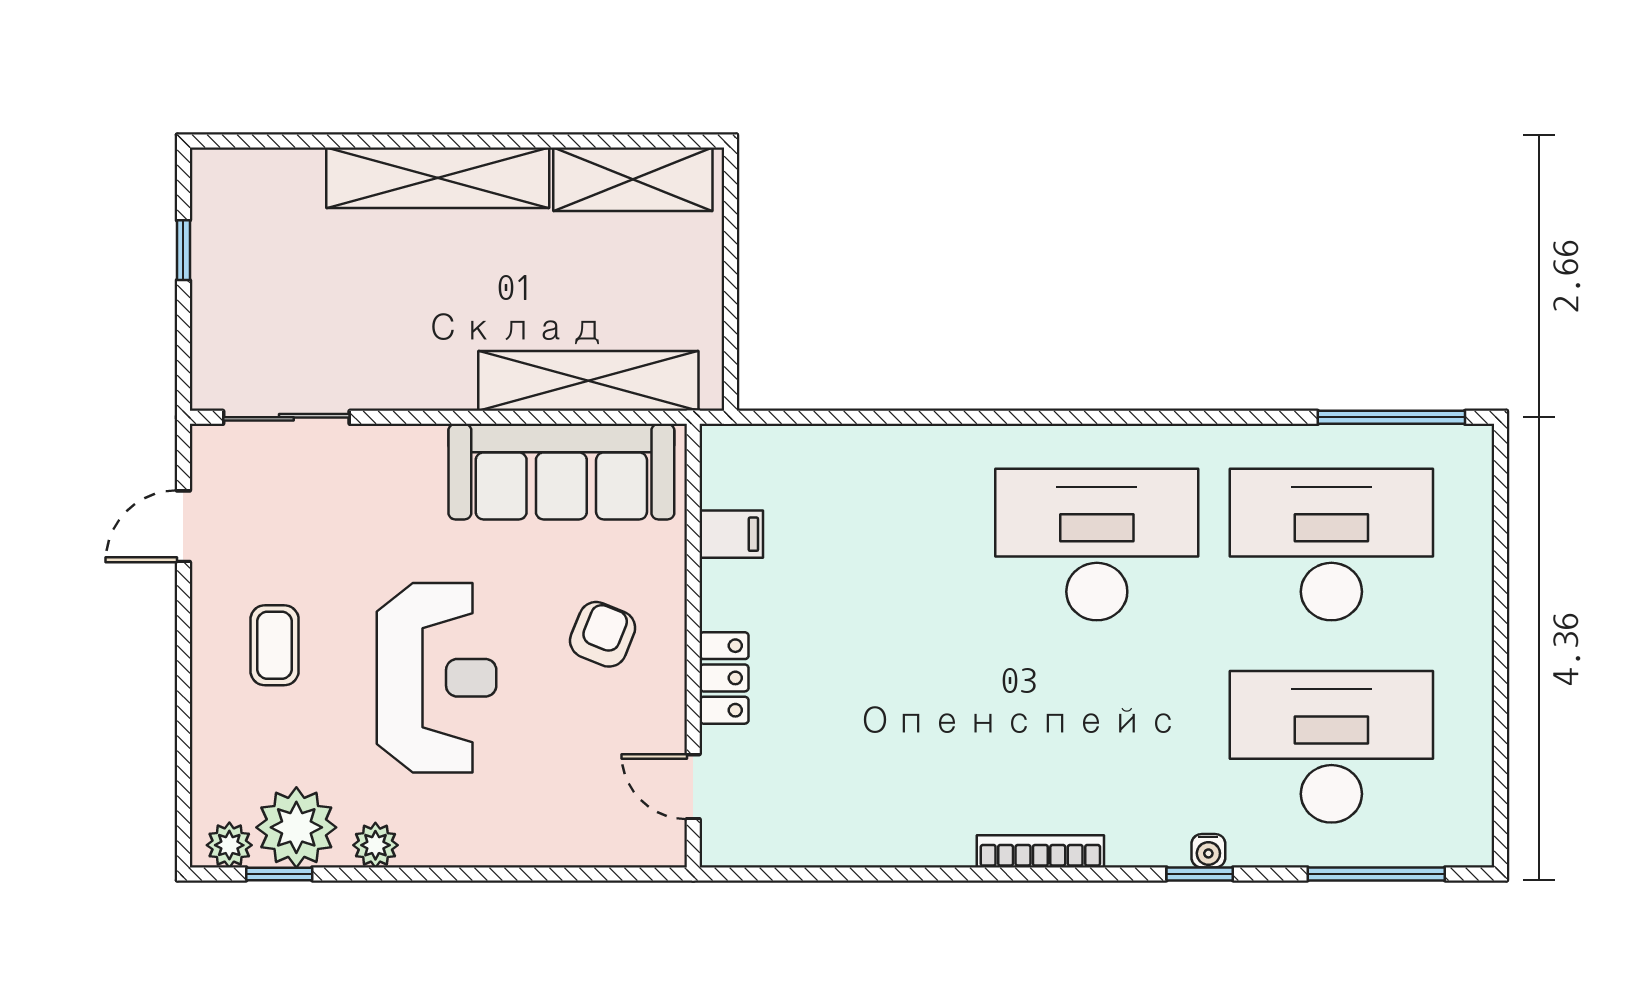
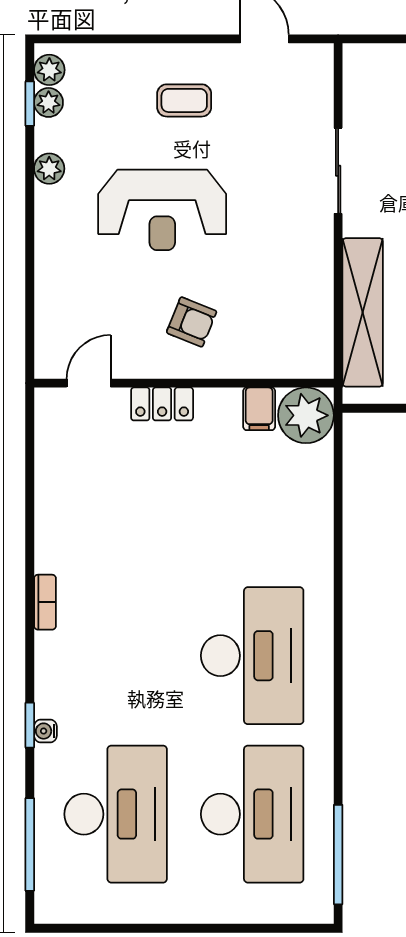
sliding door: (286, 417) -> (338, 171), moved
plant: (741, 465) -> (306, 415), added
sofa: (561, 472) -> (301, 294), removed
plant: (296, 827) -> (49, 102), width x0.53, depth x0.53
bookcase: (1040, 851) -> (45, 602), width x0.64

